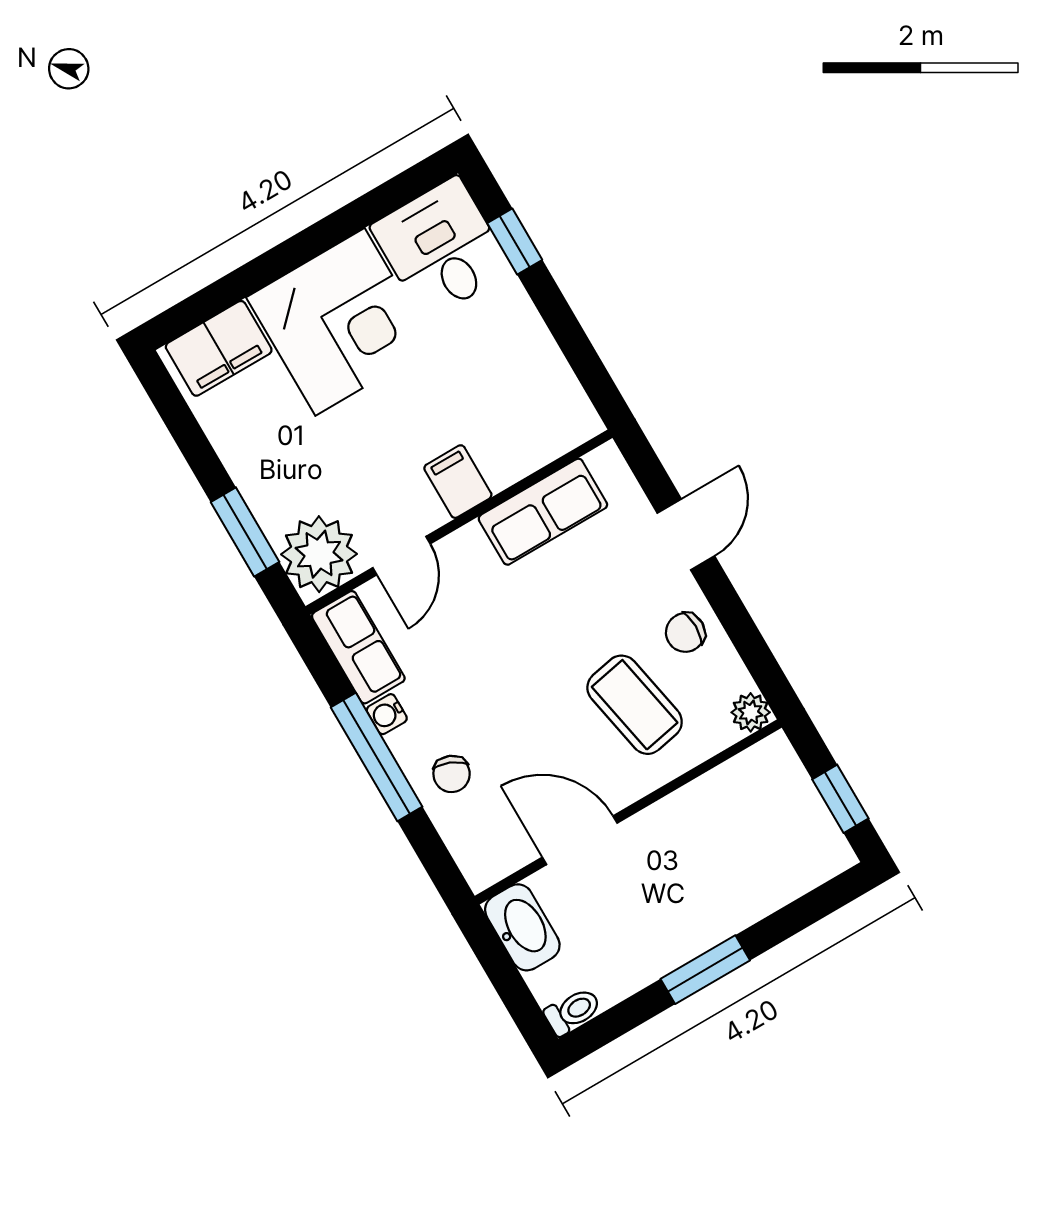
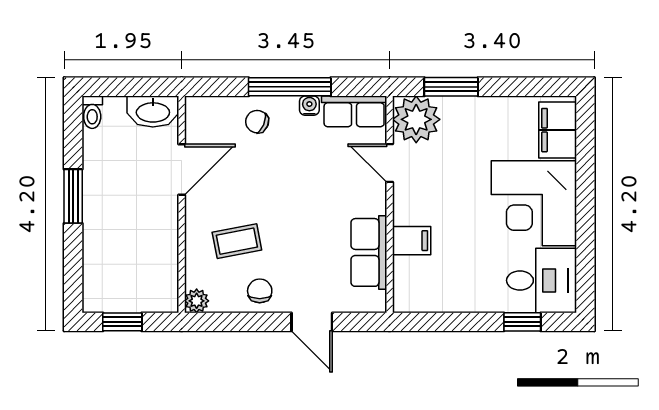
filing cabinet: (458, 482) -> (412, 241), moved
coffee table: (635, 705) -> (237, 241), width x0.73, depth x0.77

